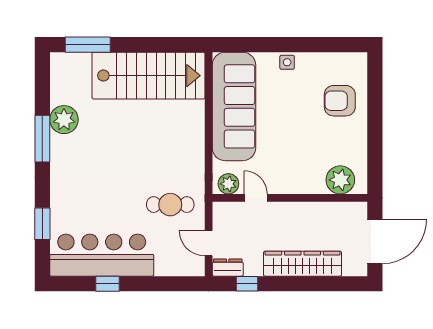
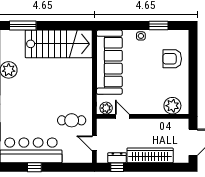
window: (317, 45) -> (158, 25), added
dresser: (228, 268) -> (117, 158), moved

